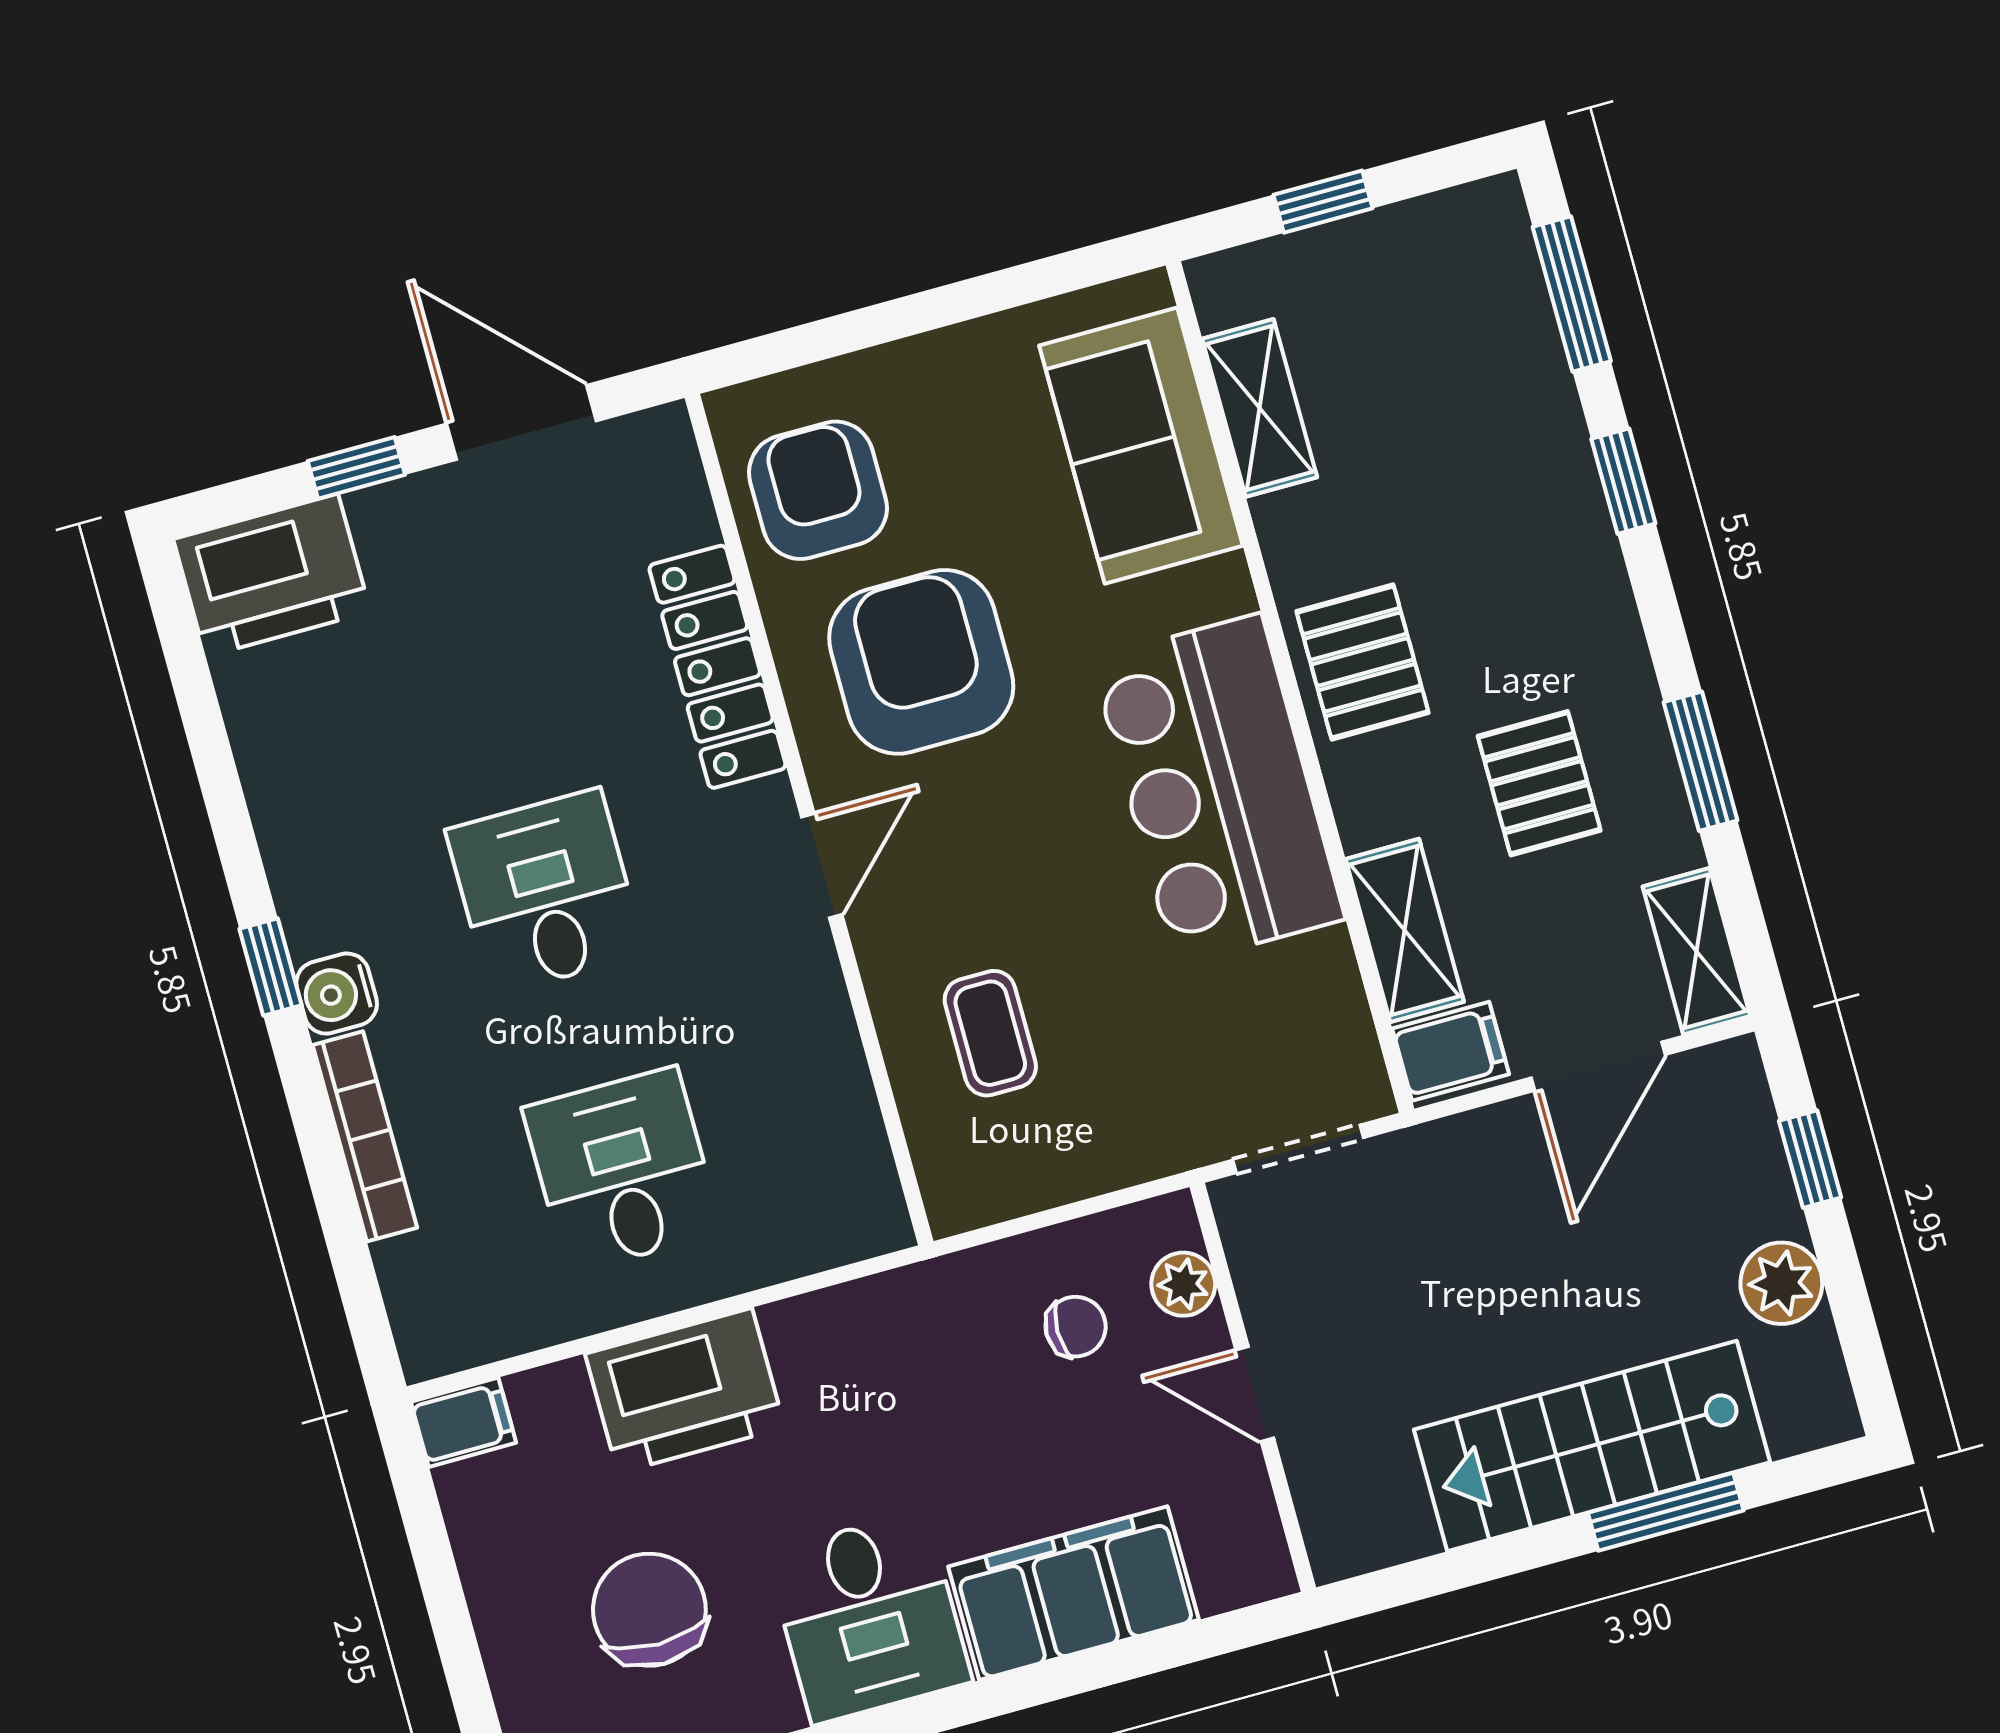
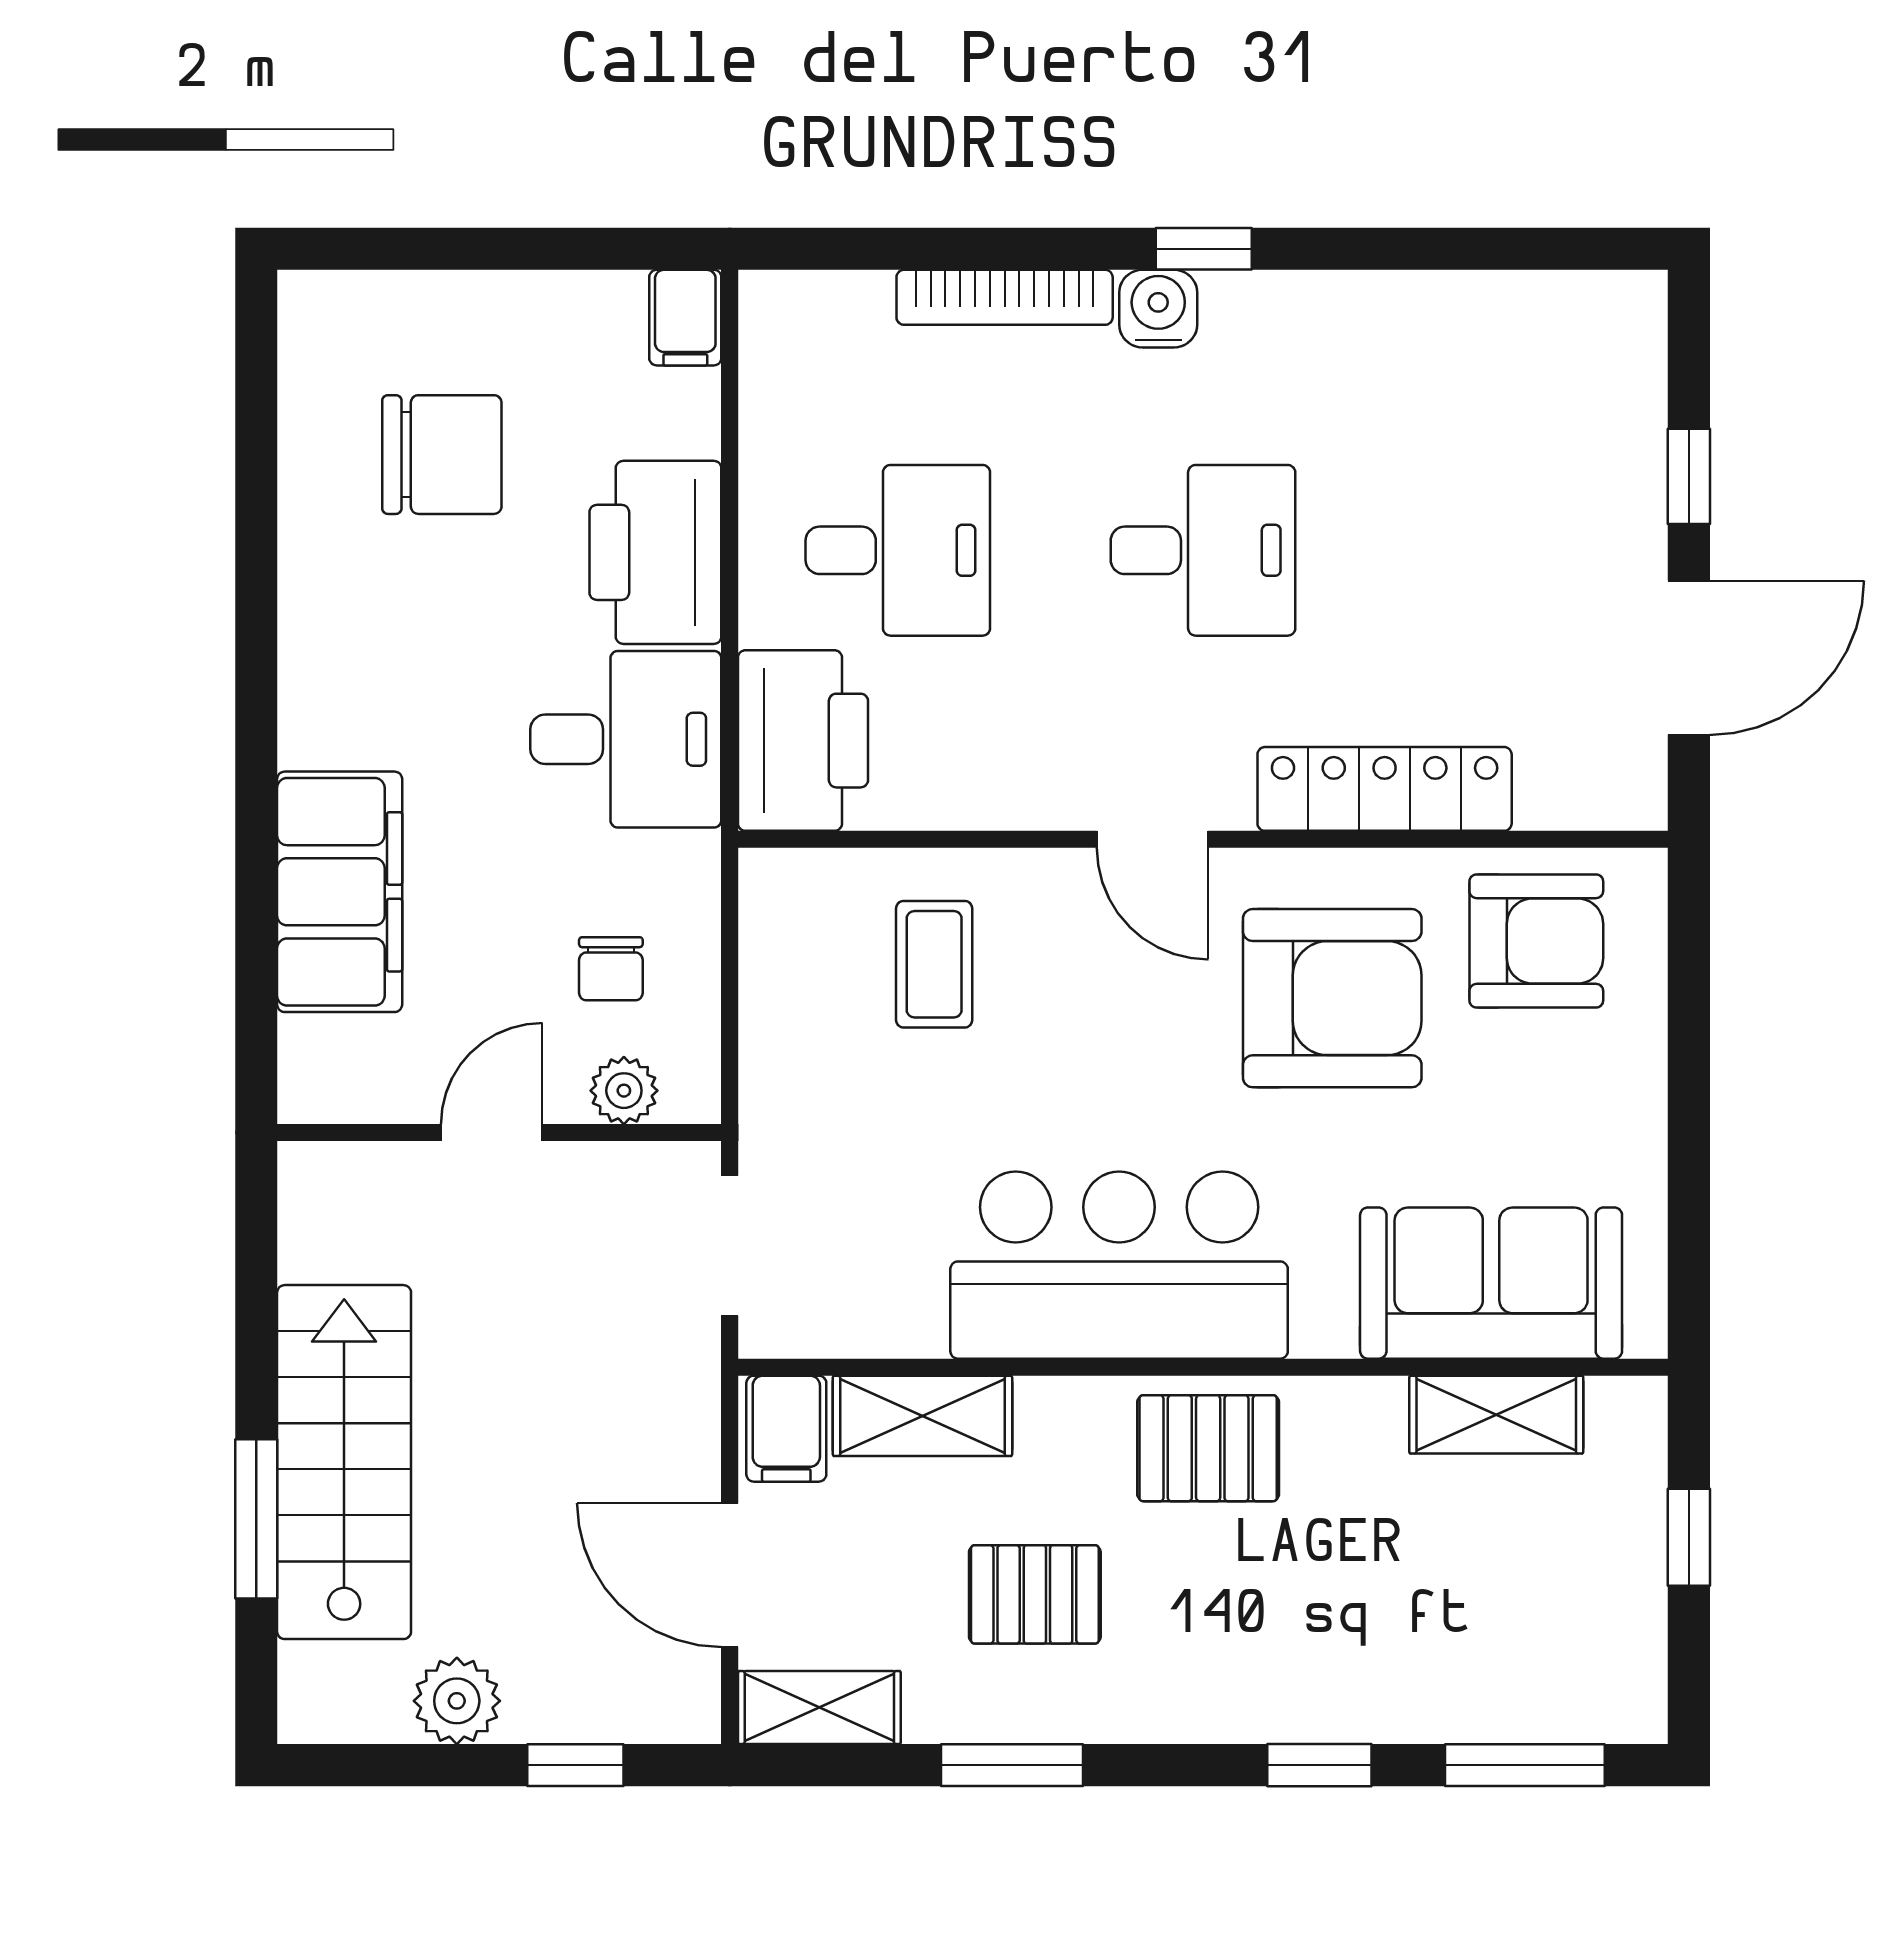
printer: (272, 575) -> (803, 741), moved, turned 180
coffee table: (990, 1033) -> (934, 964), turned 90
desk: (869, 1617) -> (626, 739), moved, turned 180

